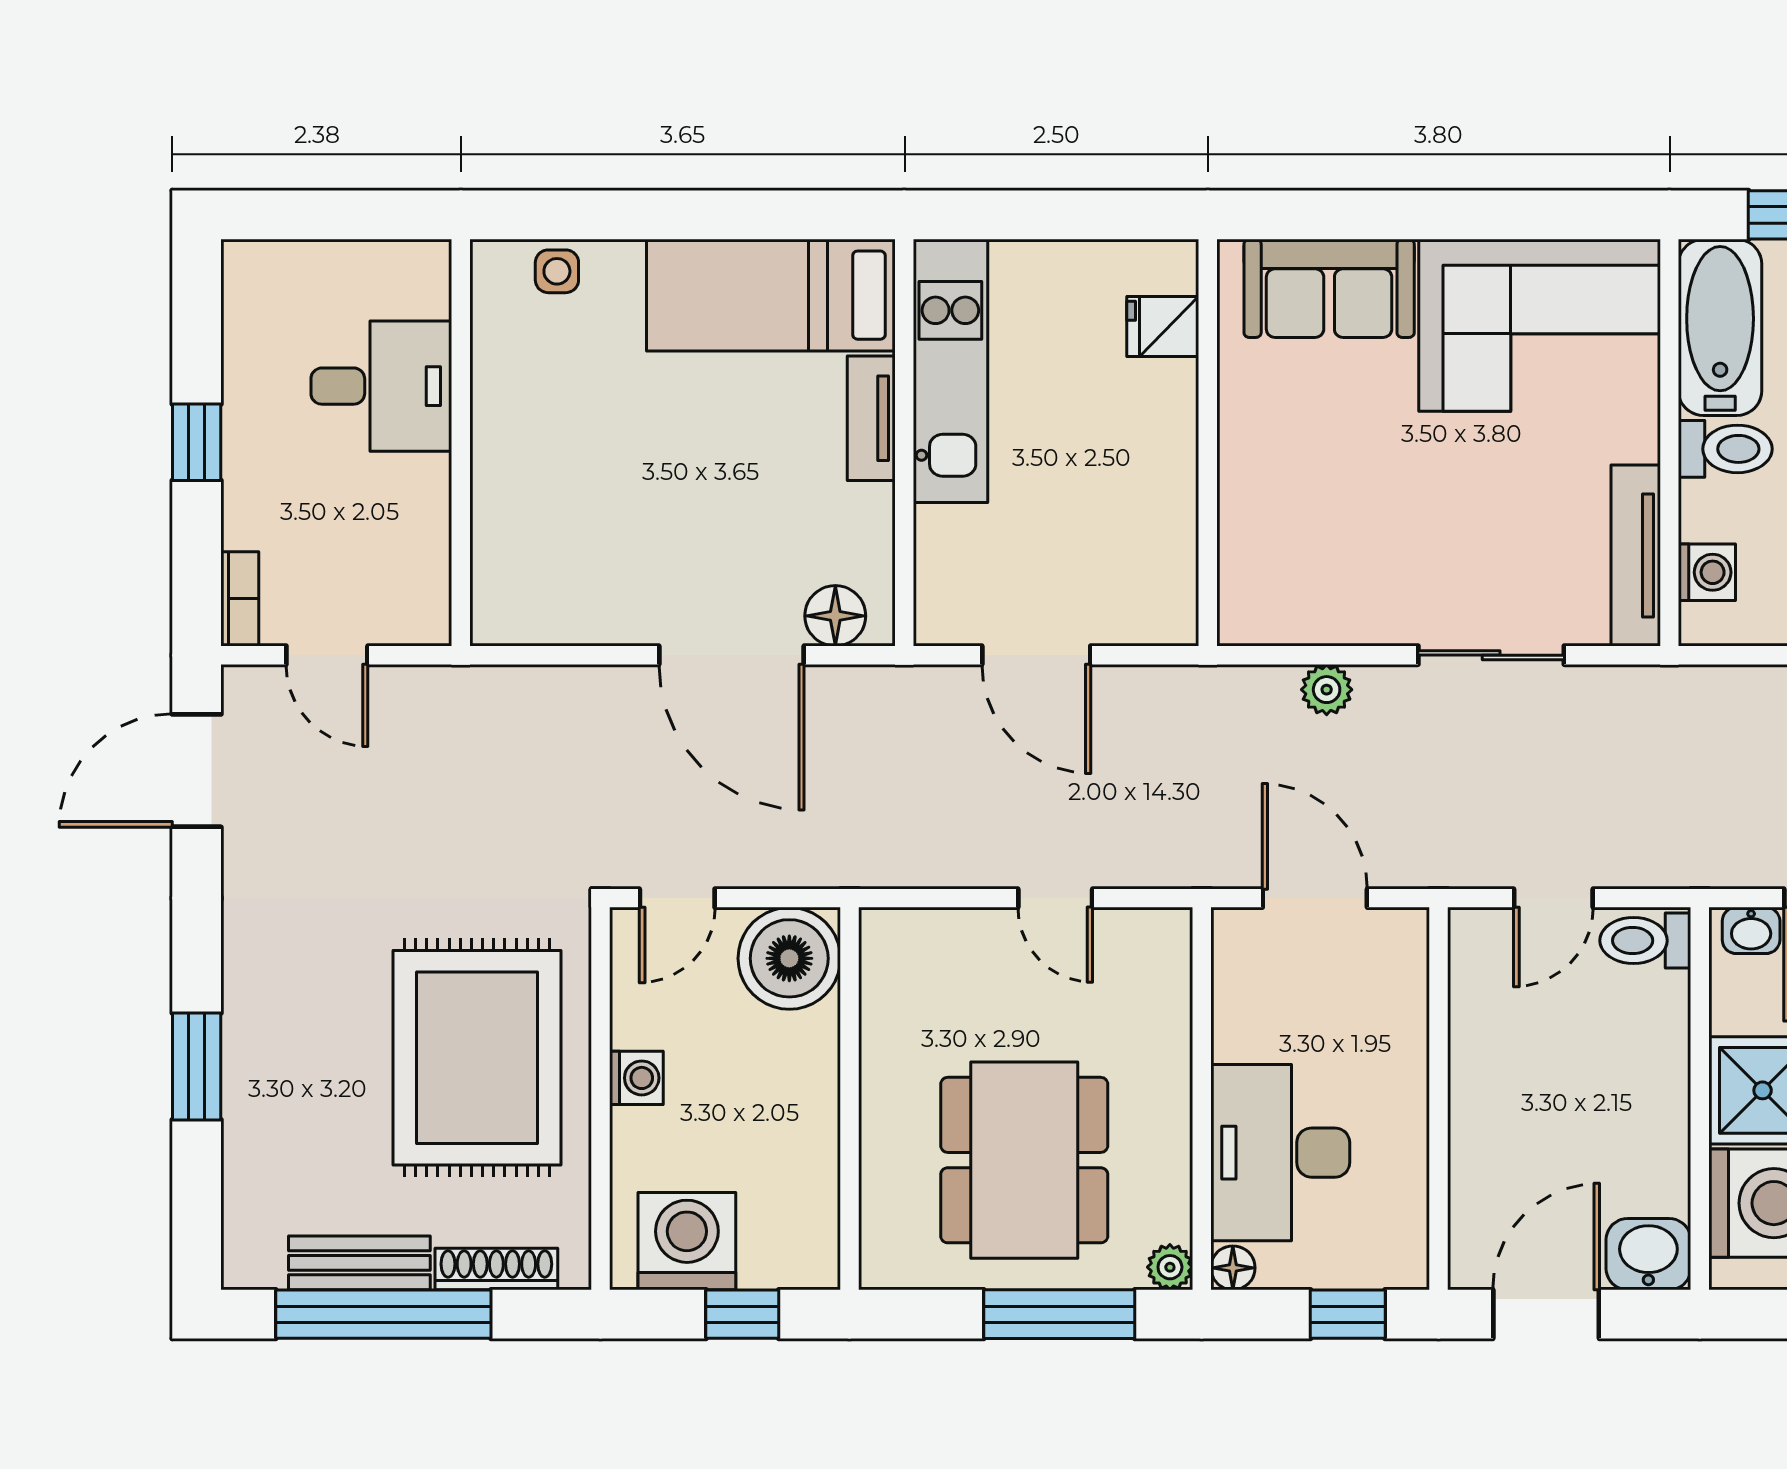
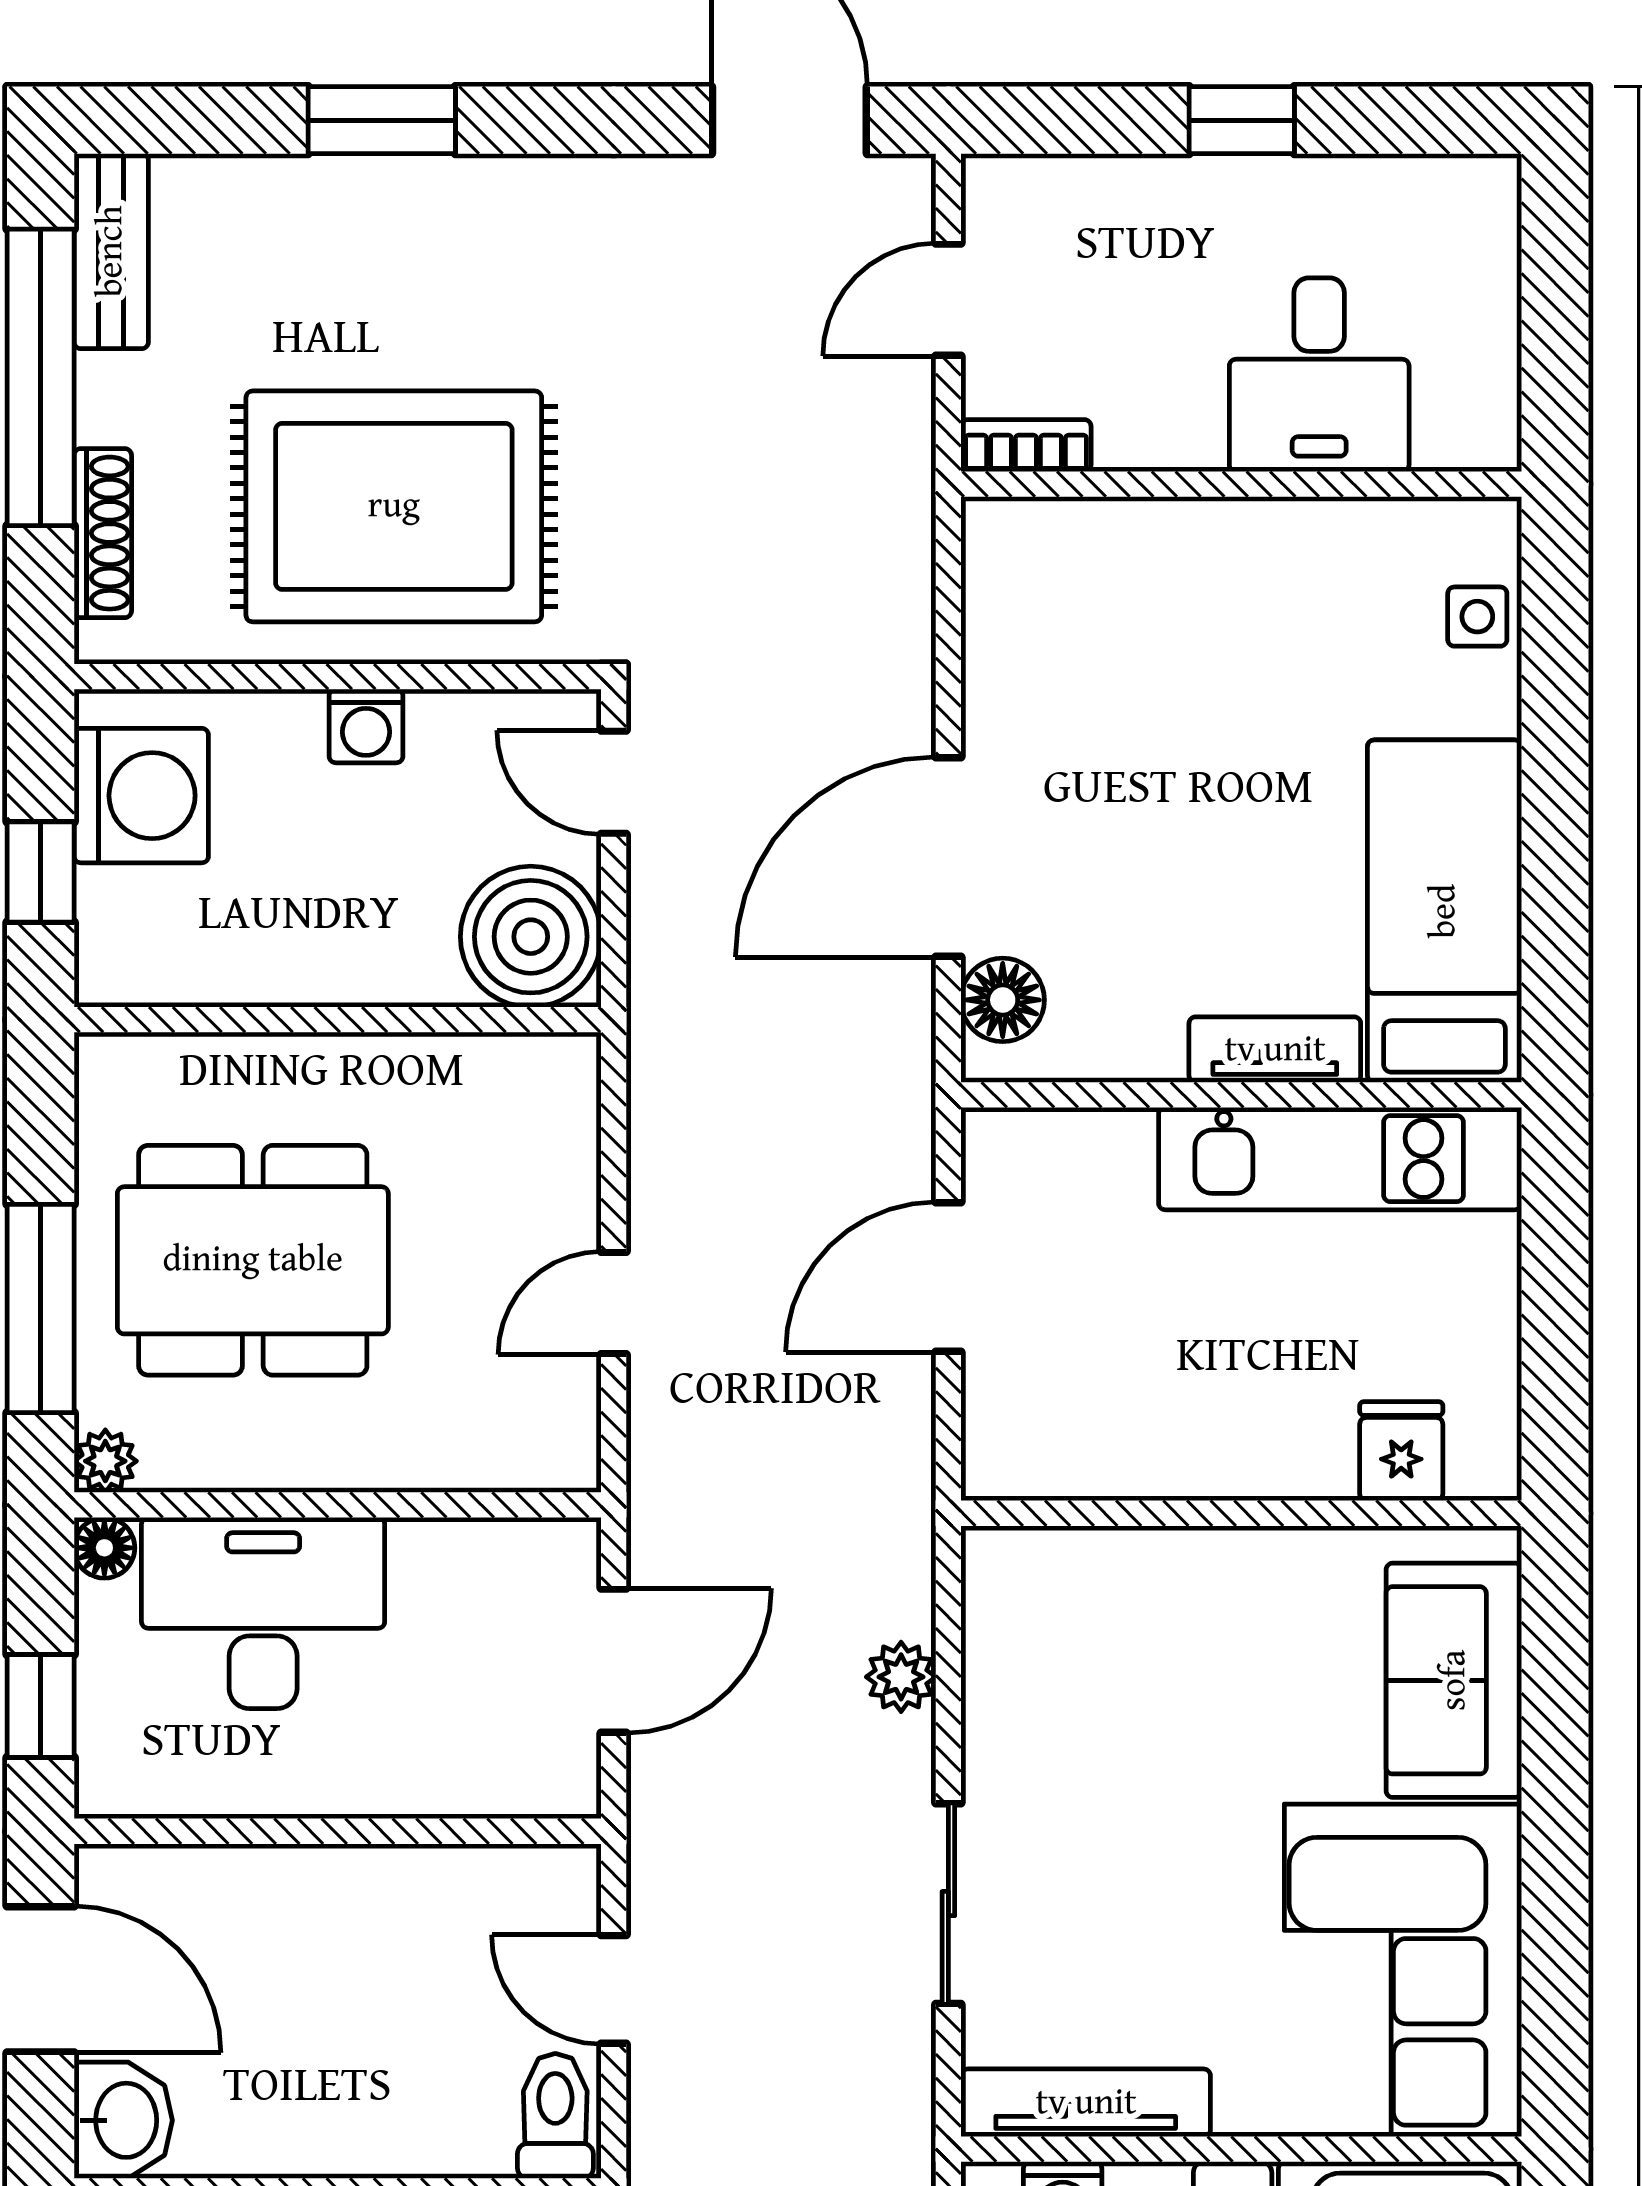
bookcase: (240, 599) -> (1026, 446), moved, turned 180
bench: (359, 1263) -> (111, 251), moved

